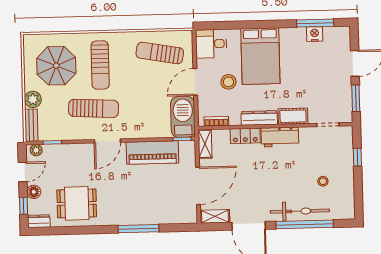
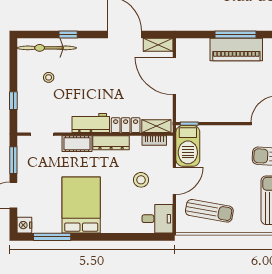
nightstand: (315, 34) -> (24, 225), moved, turned 90
bed: (260, 56) -> (81, 205), moved
shelving: (205, 144) -> (156, 126), moved, turned 90
piano: (152, 152) -> (236, 50), moved, turned 180
door: (198, 186) -> (174, 76), hinge flipped
bicycle: (300, 211) -> (47, 48), moved
window: (305, 224) -> (68, 35), width x0.32

